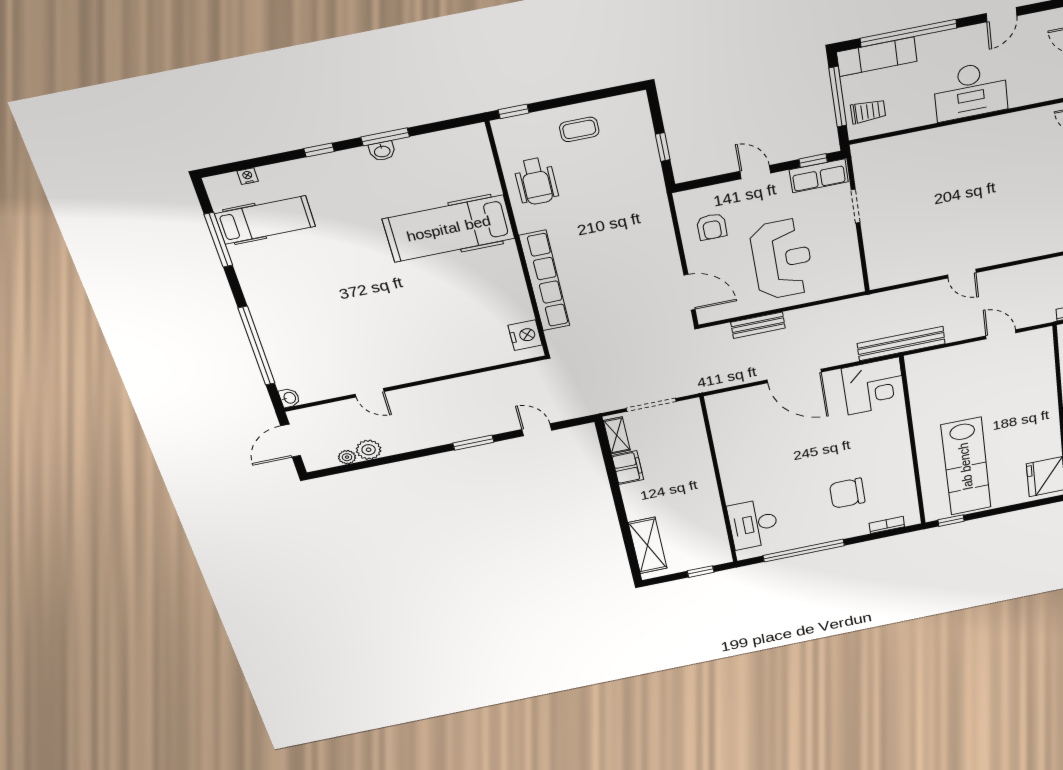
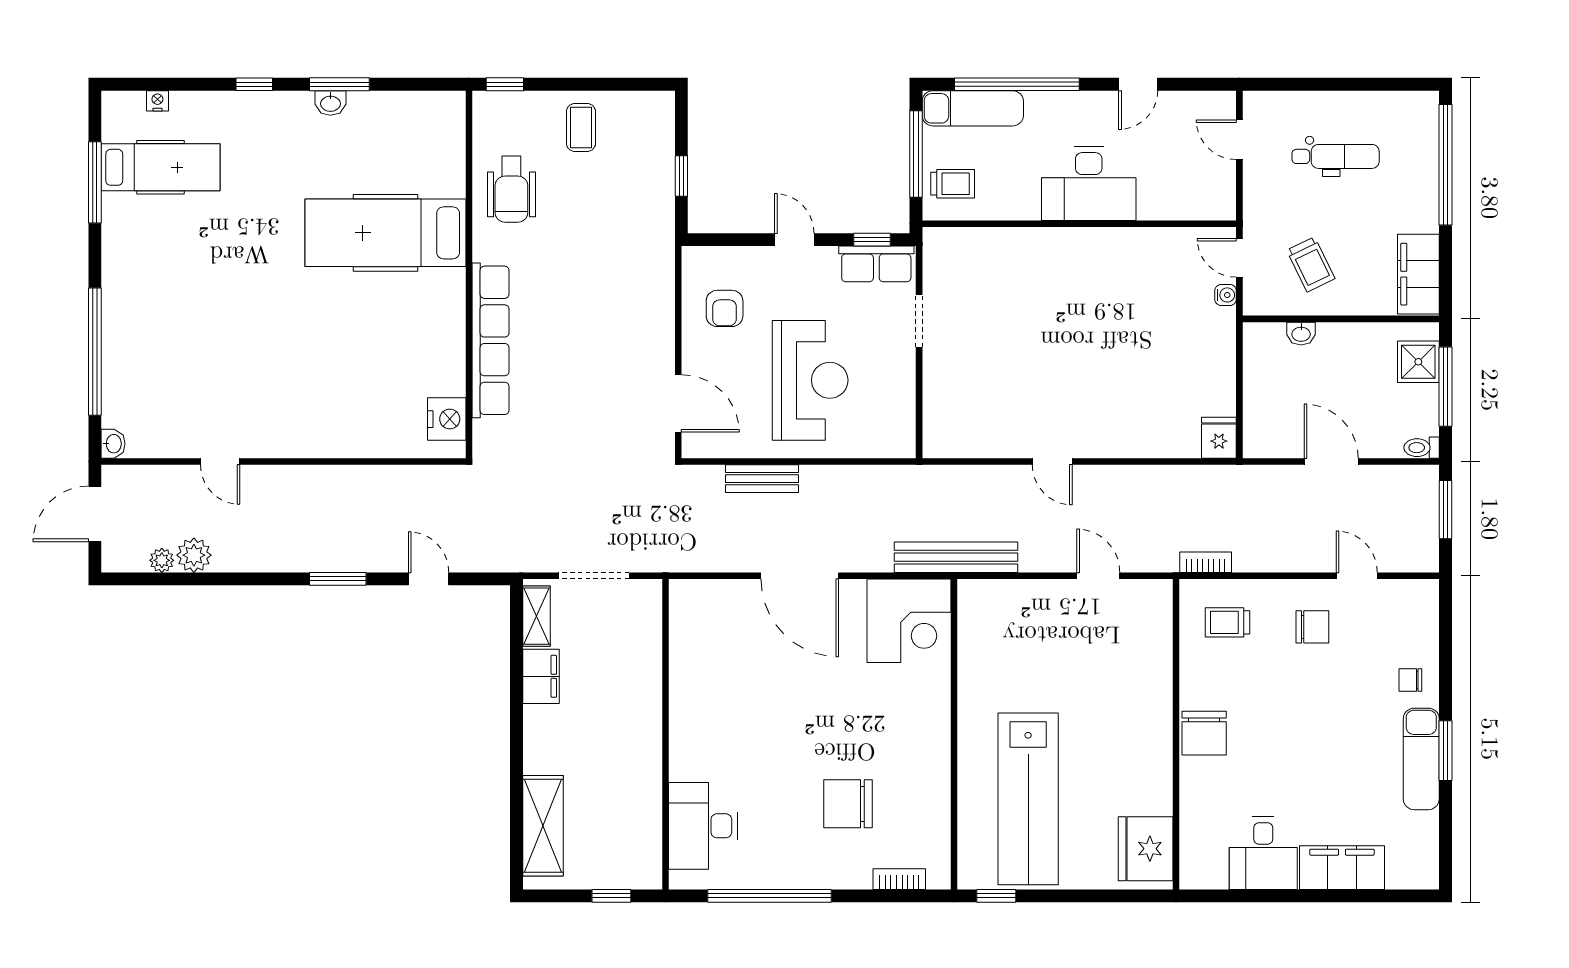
coffee table: (579, 129) -> (581, 127), turned 90

